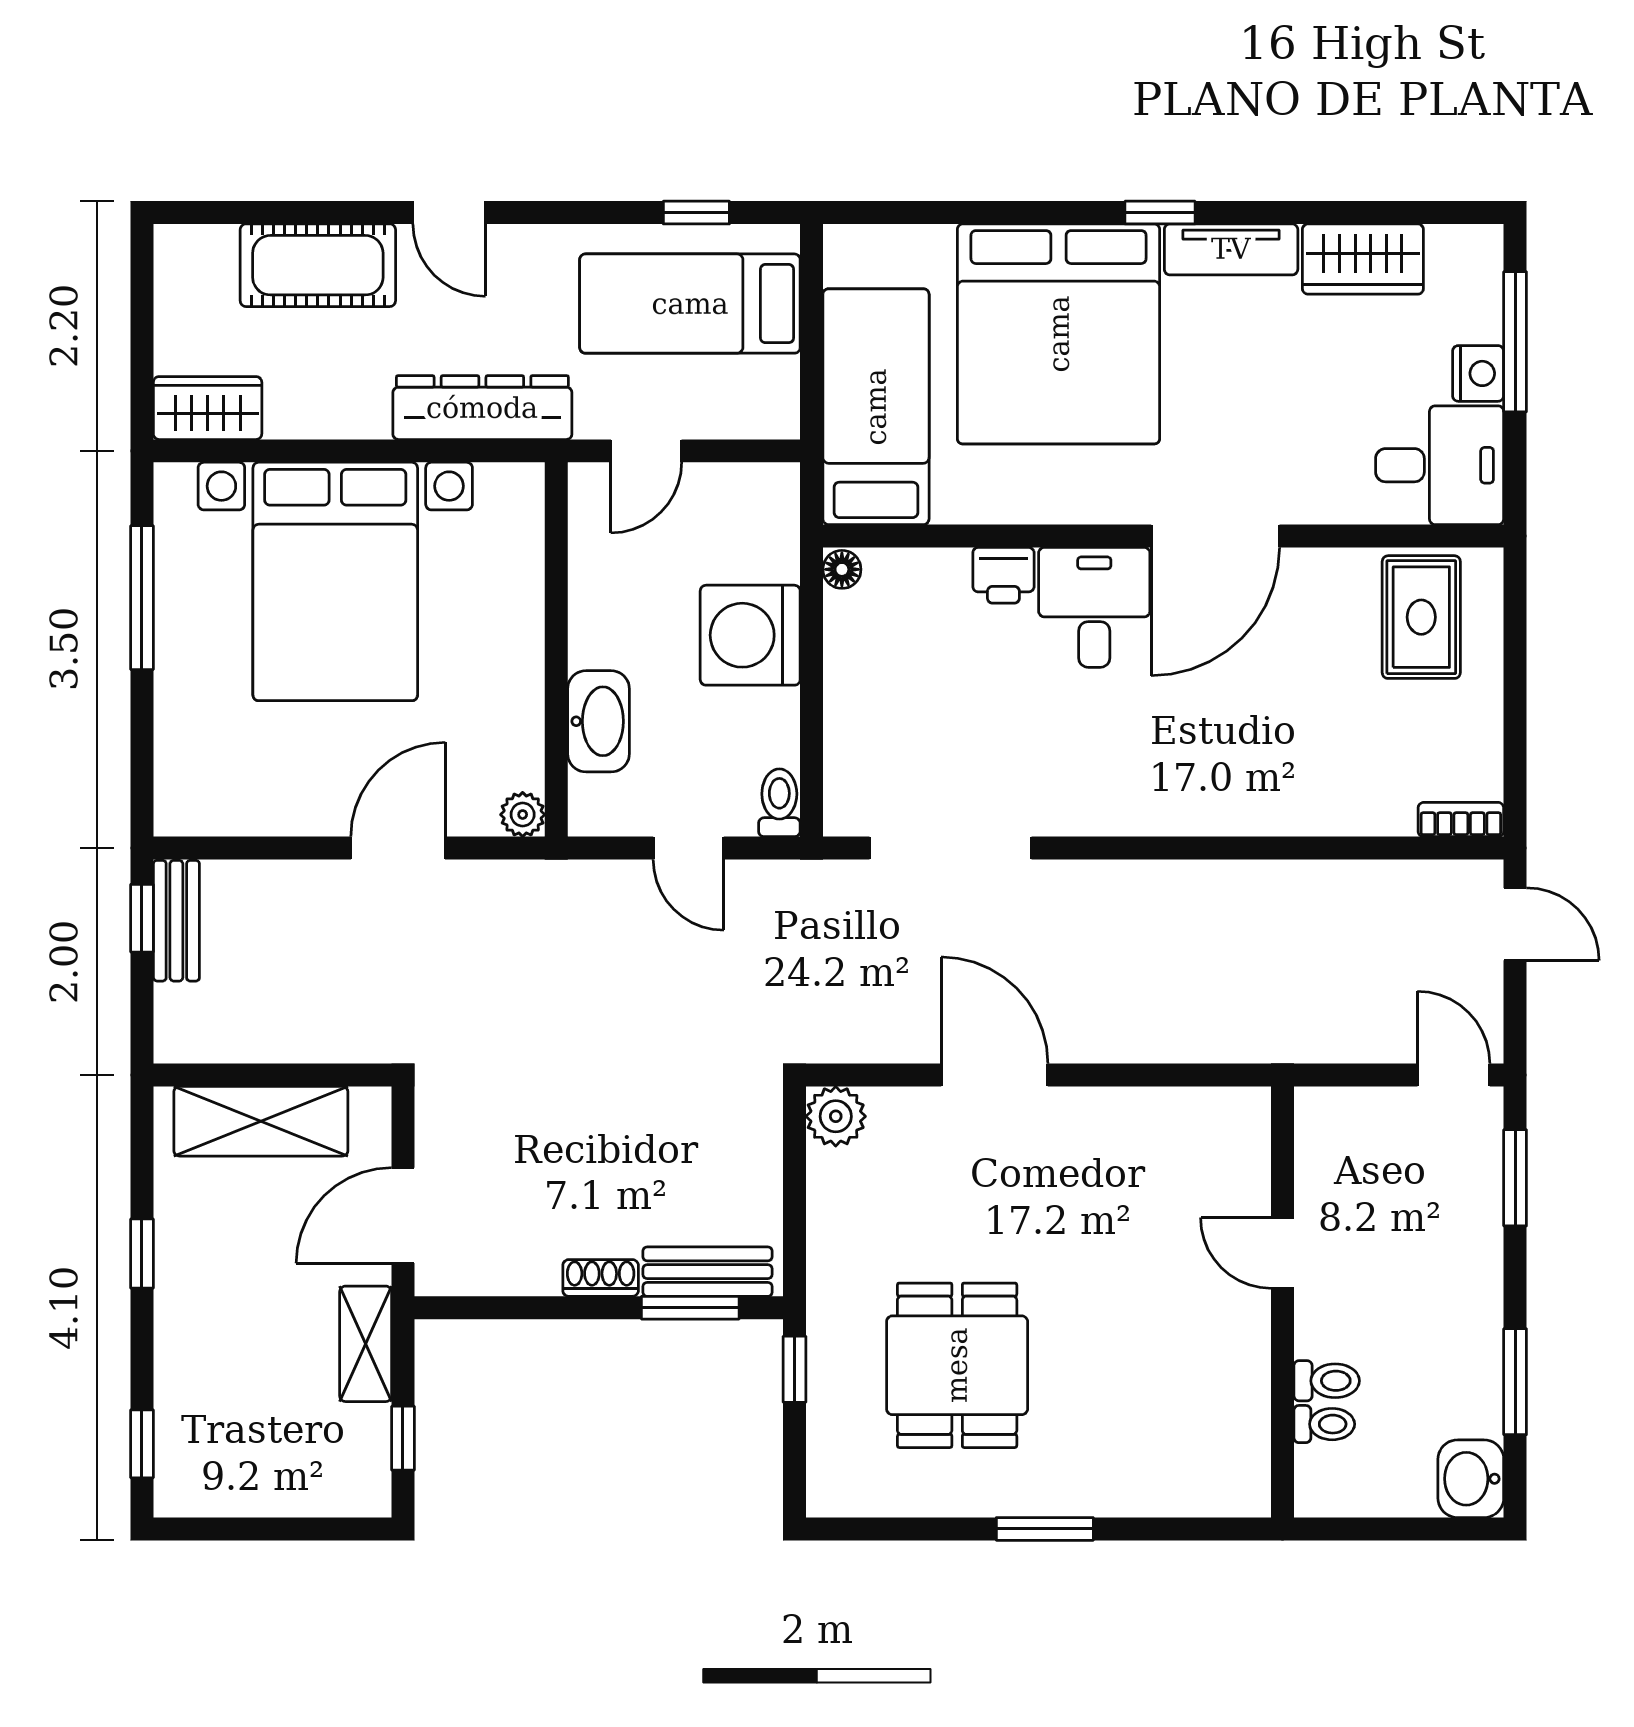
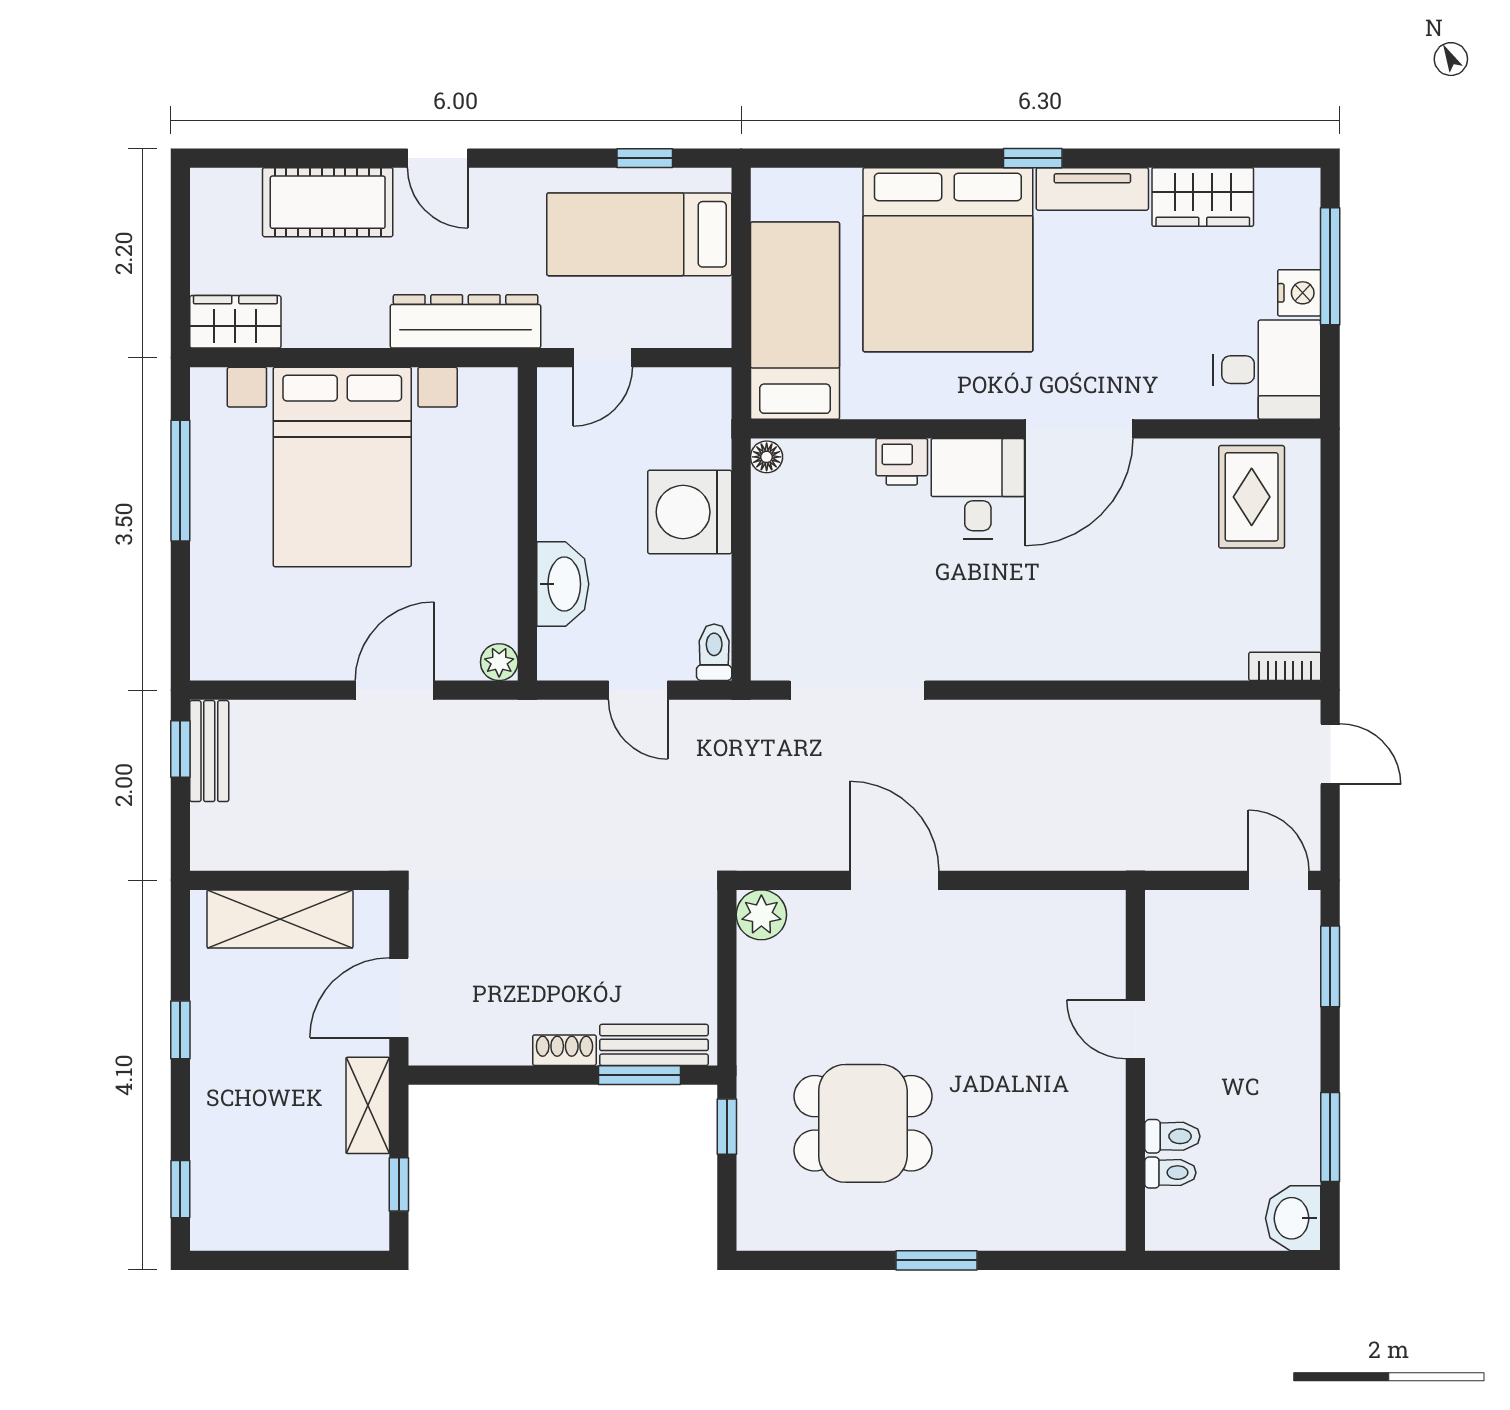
dining table: (957, 1365) -> (863, 1123), turned 90

